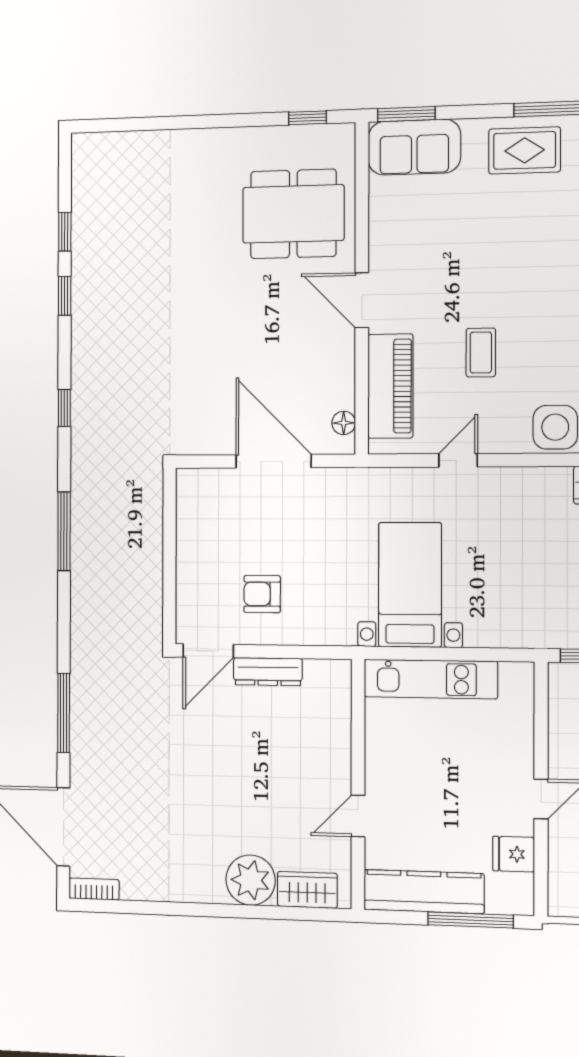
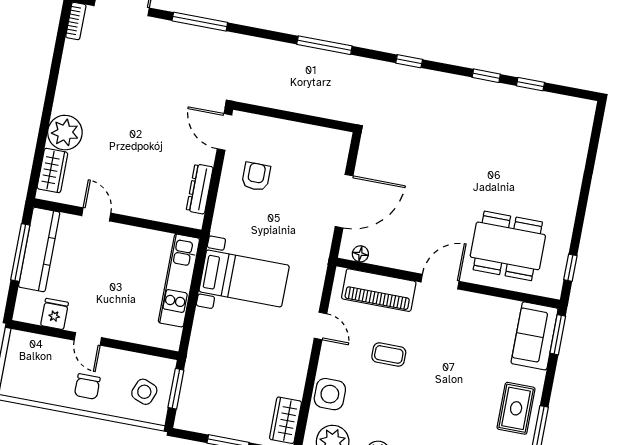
dining table: (293, 214) -> (508, 246), turned 90
dresser: (268, 672) -> (200, 189), moved
window: (470, 920) -> (20, 252), moved

